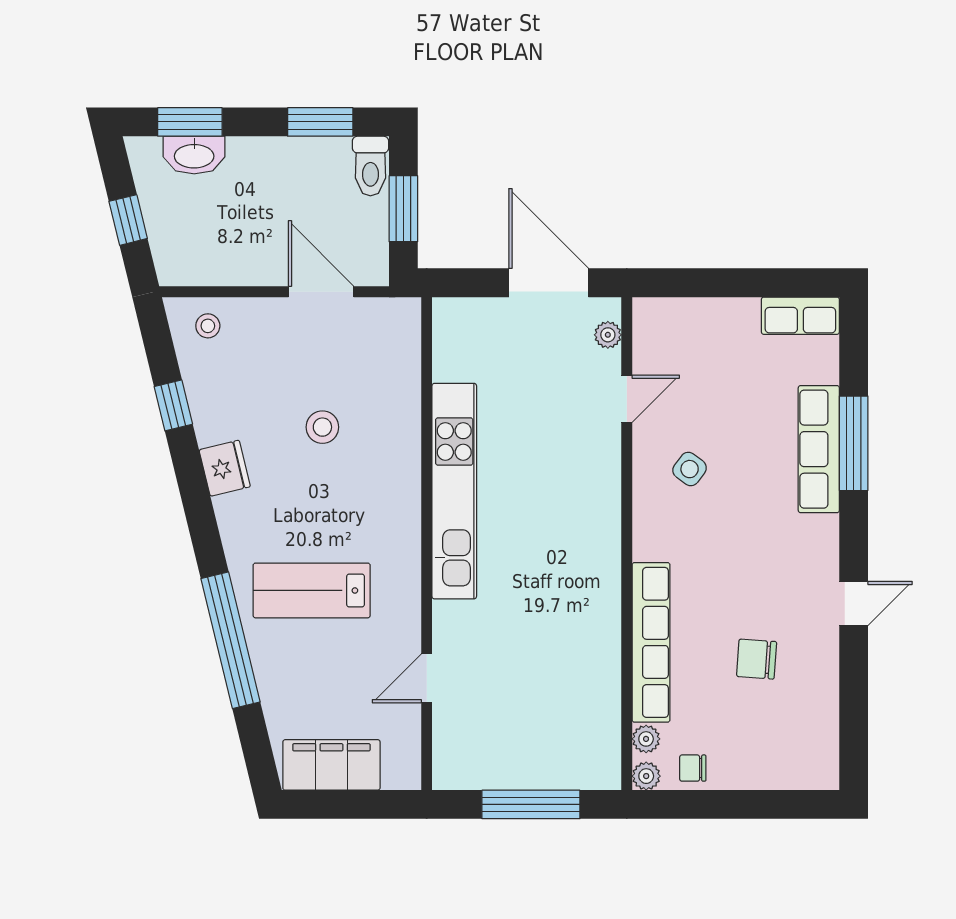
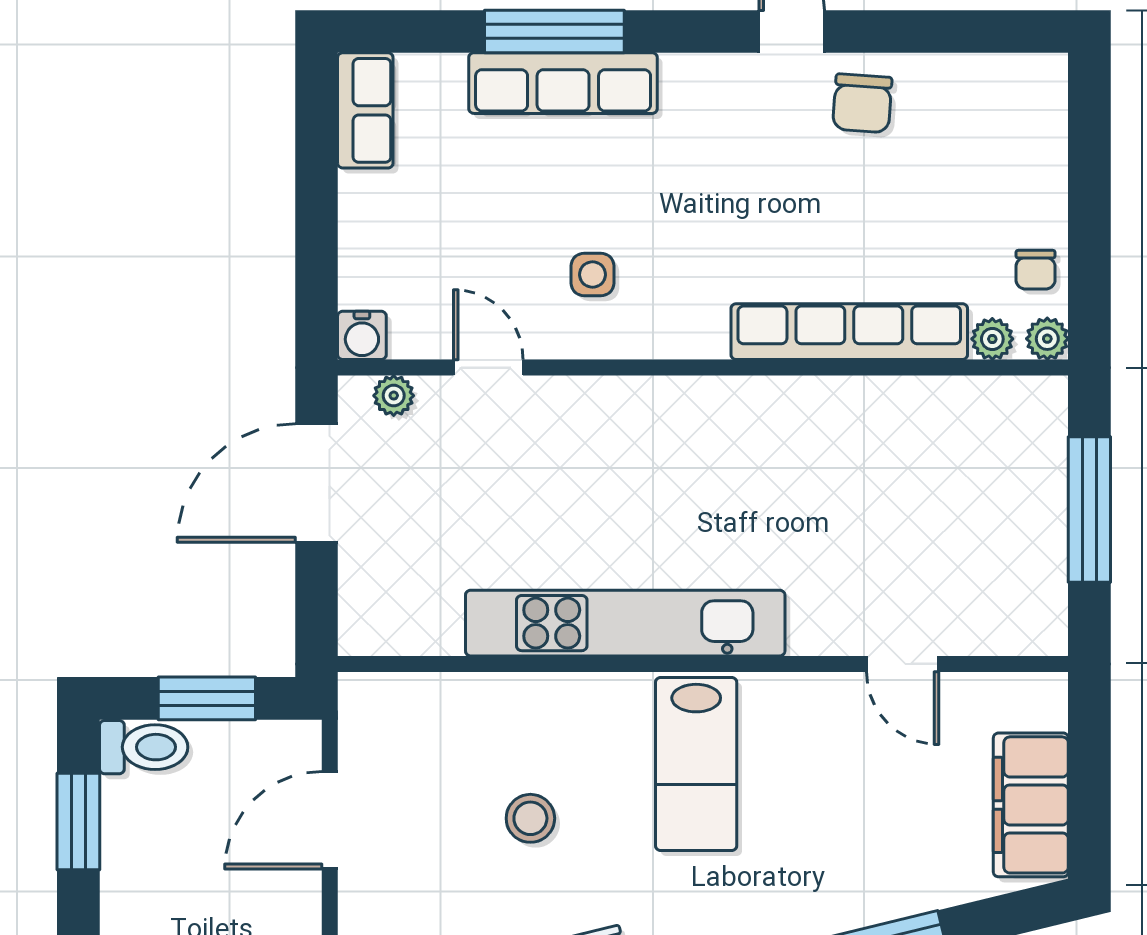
water cooler: (648, 313) -> (362, 335), added
side table: (690, 469) -> (593, 275), turned -37
lab bench: (312, 590) -> (696, 764), moved
chair: (757, 659) -> (862, 103), moved

